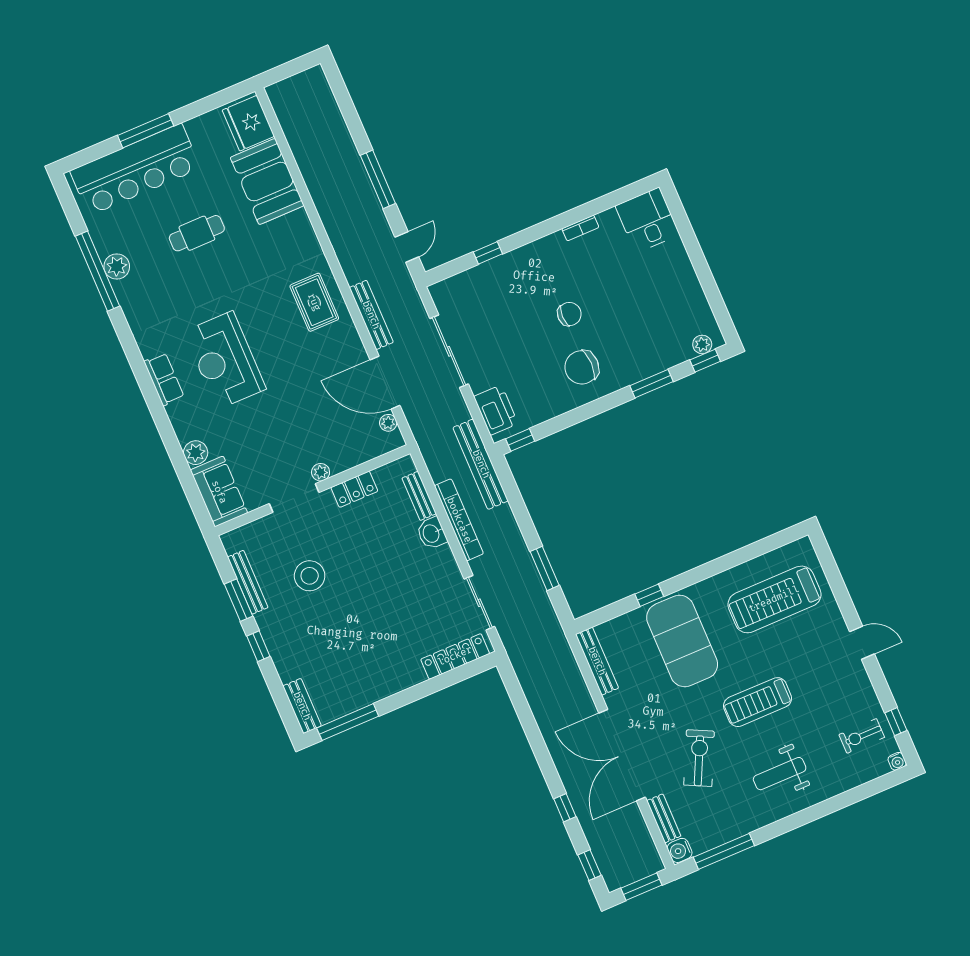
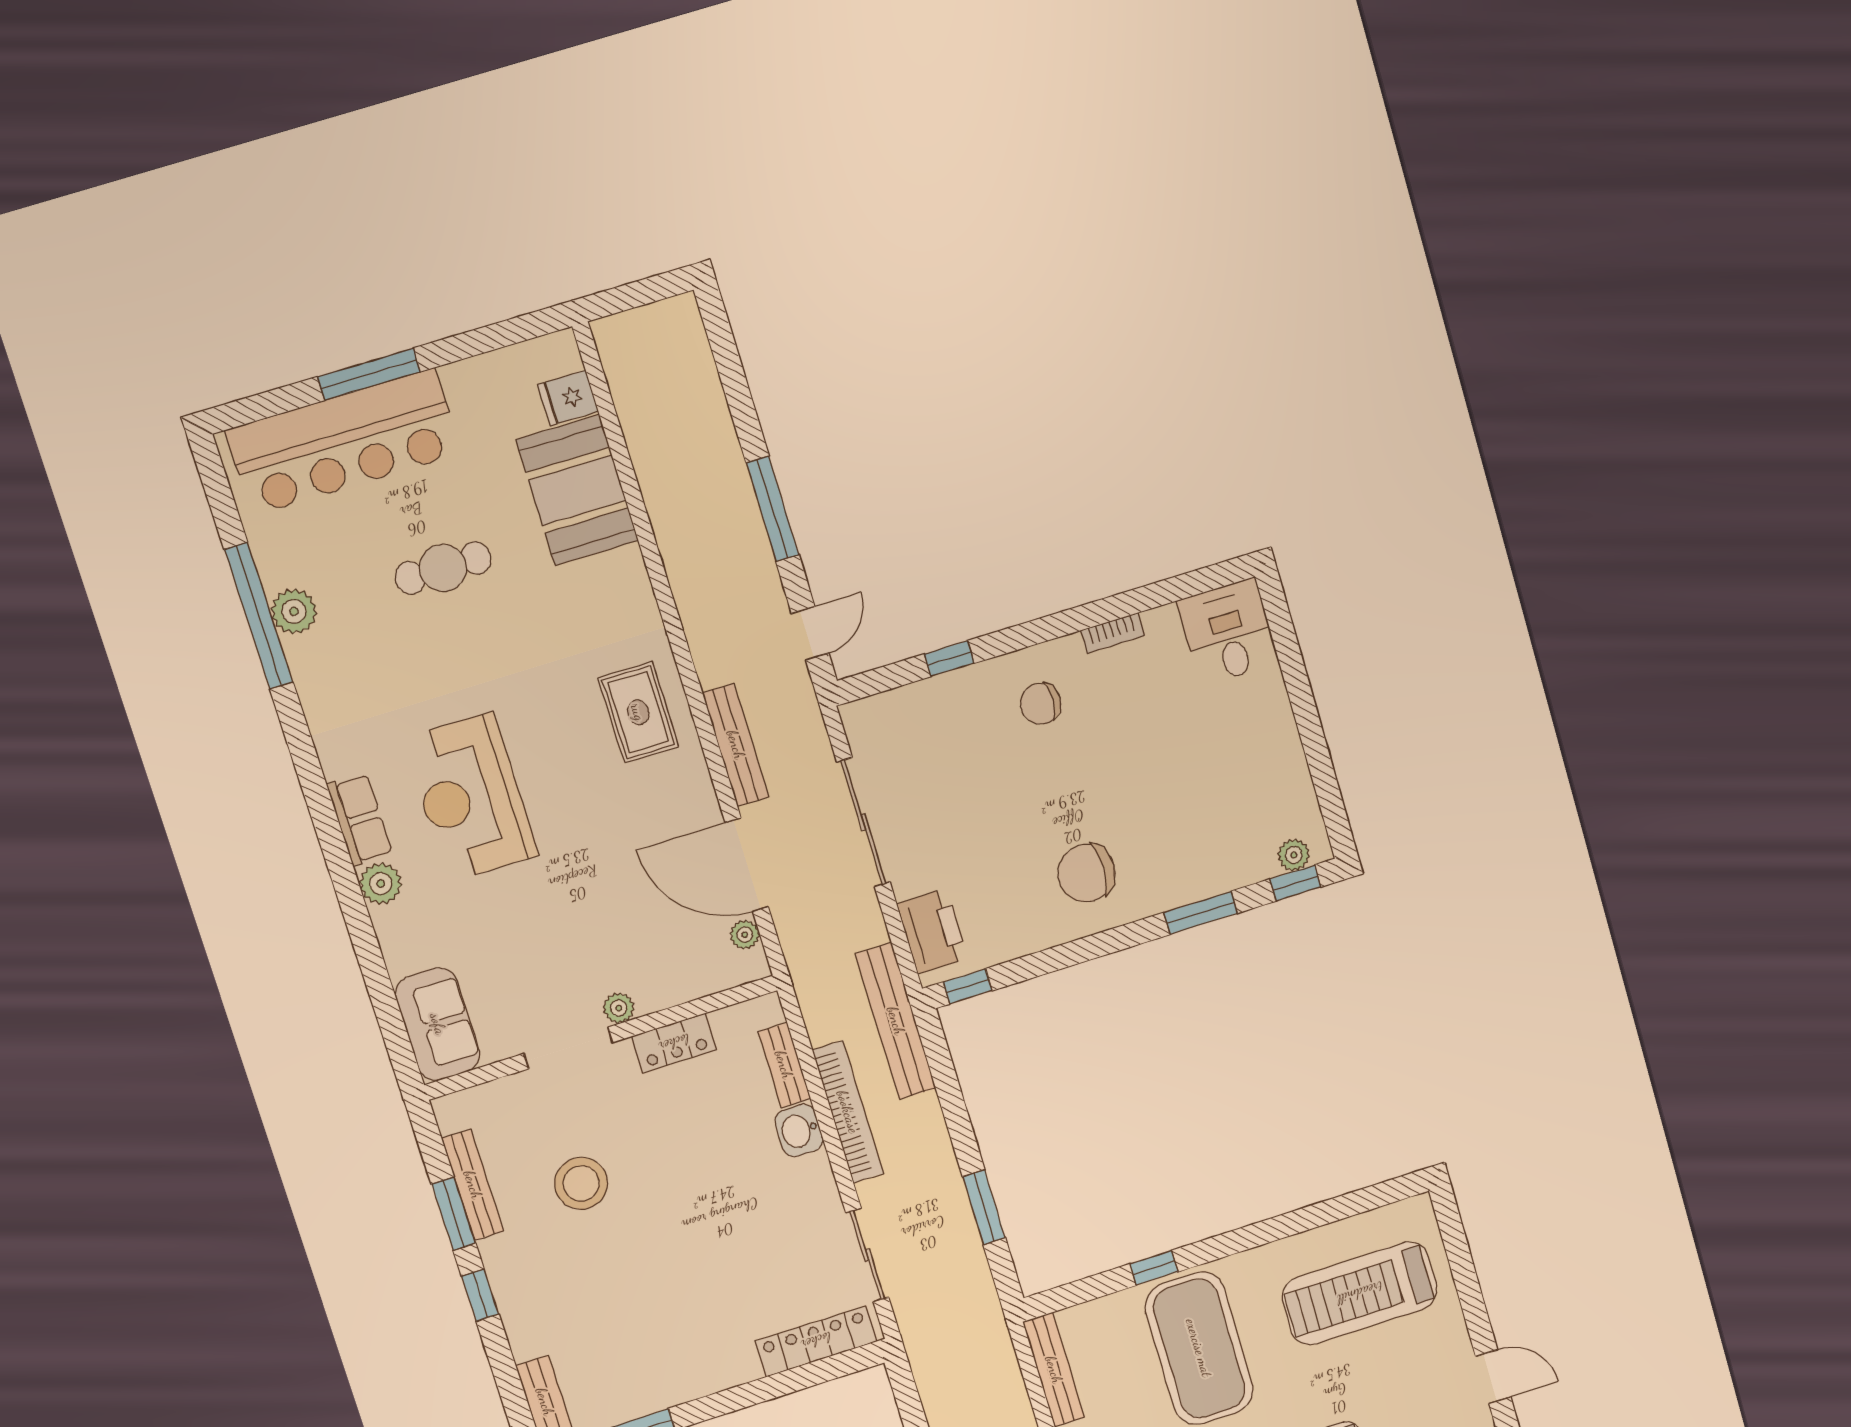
fridge: (248, 123) -> (568, 398), width x0.53, depth x0.75
chair: (569, 314) -> (1041, 704), moved, turned 180
plant: (196, 453) -> (381, 884), moved

